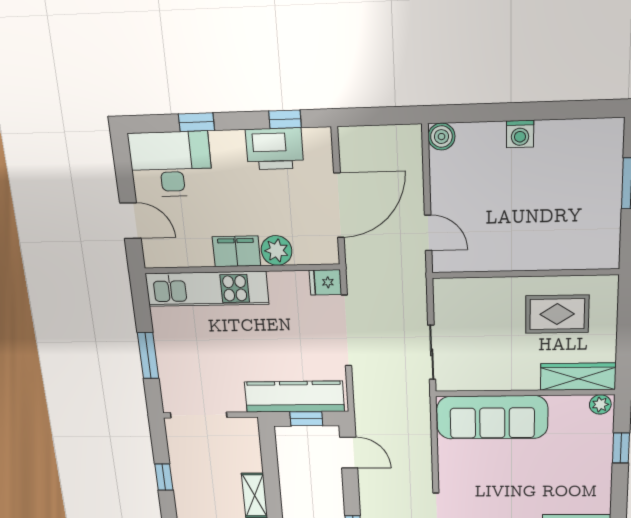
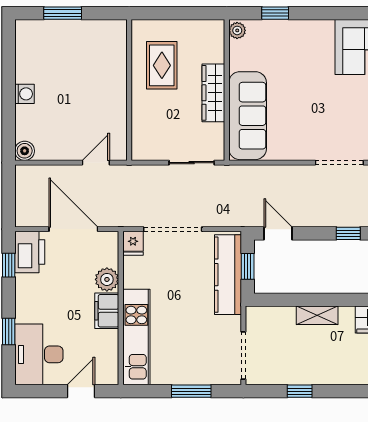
printer: (275, 149) -> (30, 252), moved
wardrobe: (578, 377) -> (213, 93), moved
door: (349, 453) -> (278, 233), hinge flipped

